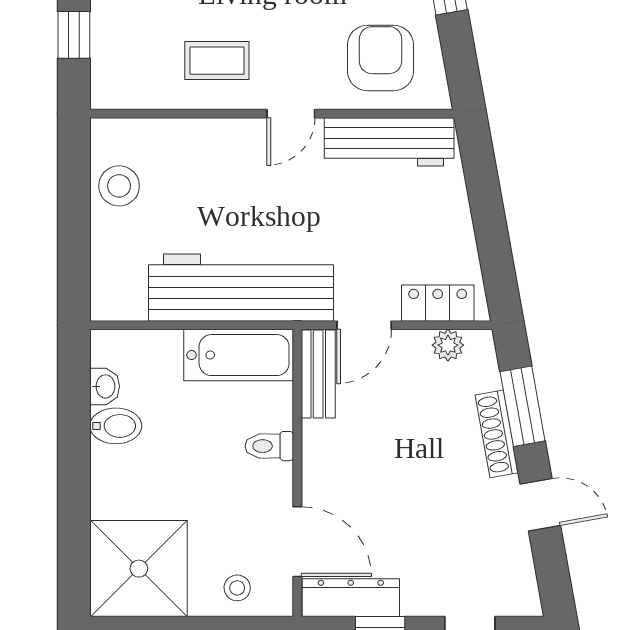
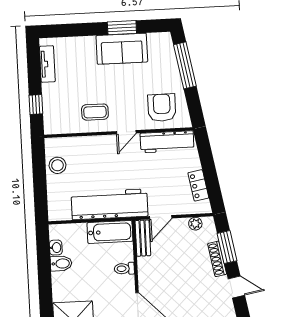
locker: (438, 303) -> (198, 185), moved, turned -100

